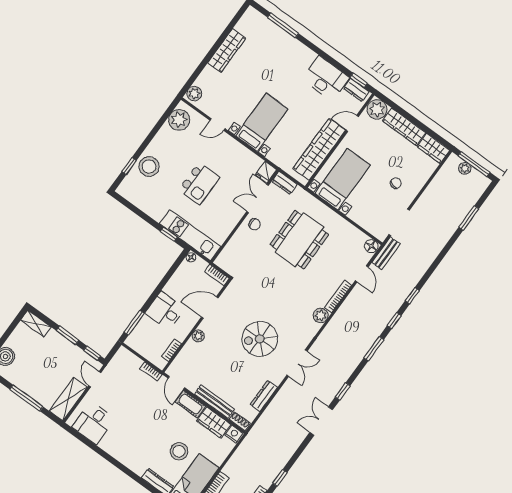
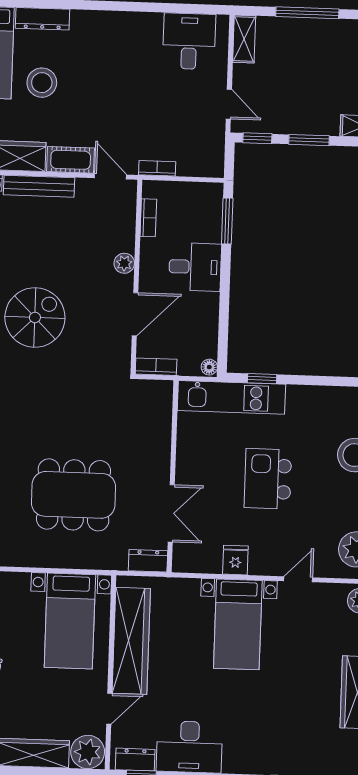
fridge: (266, 172) -> (235, 560), moved
chair: (255, 224) -> (151, 474), removed
dining table: (299, 240) -> (73, 495), turned 90
shelving: (68, 399) -> (244, 39), width x0.67, depth x0.75

